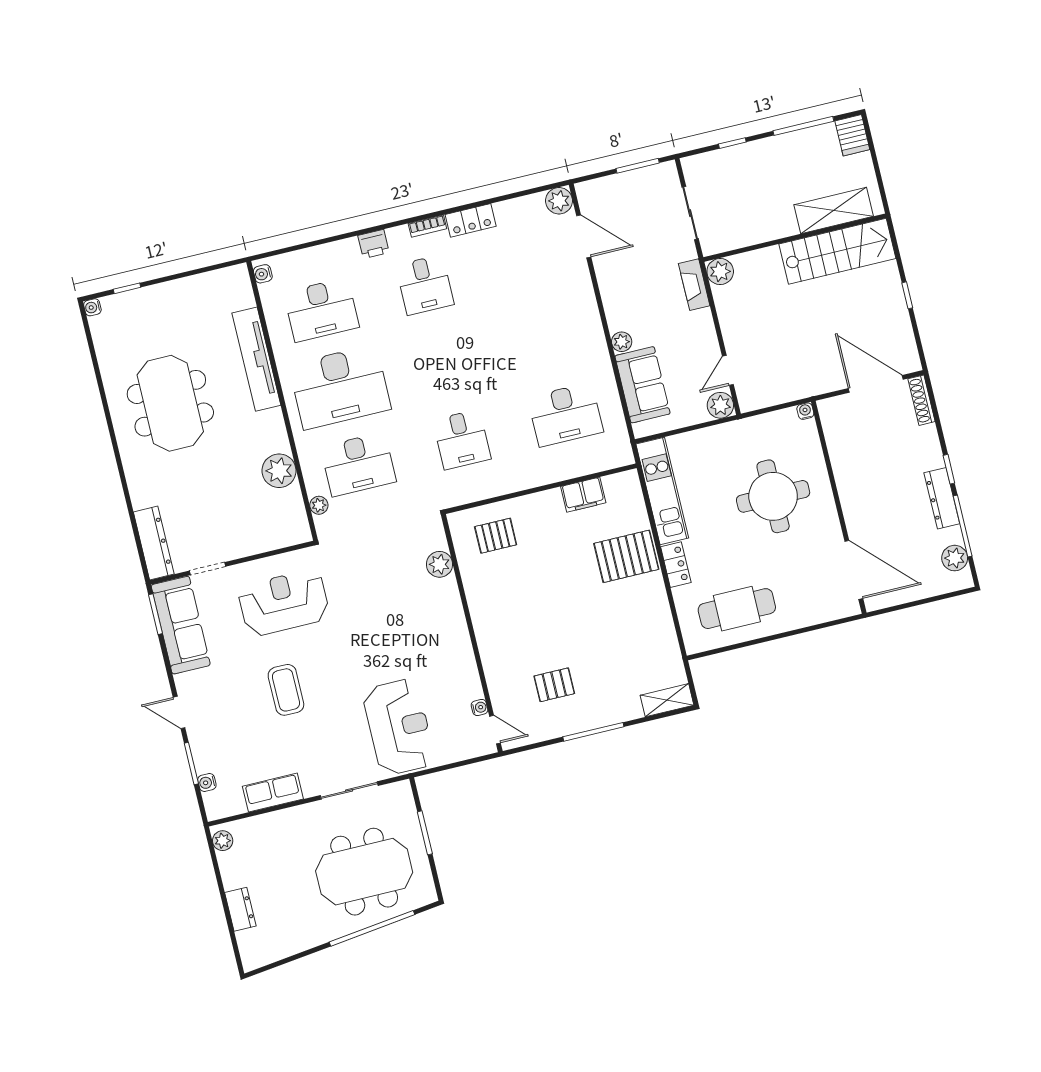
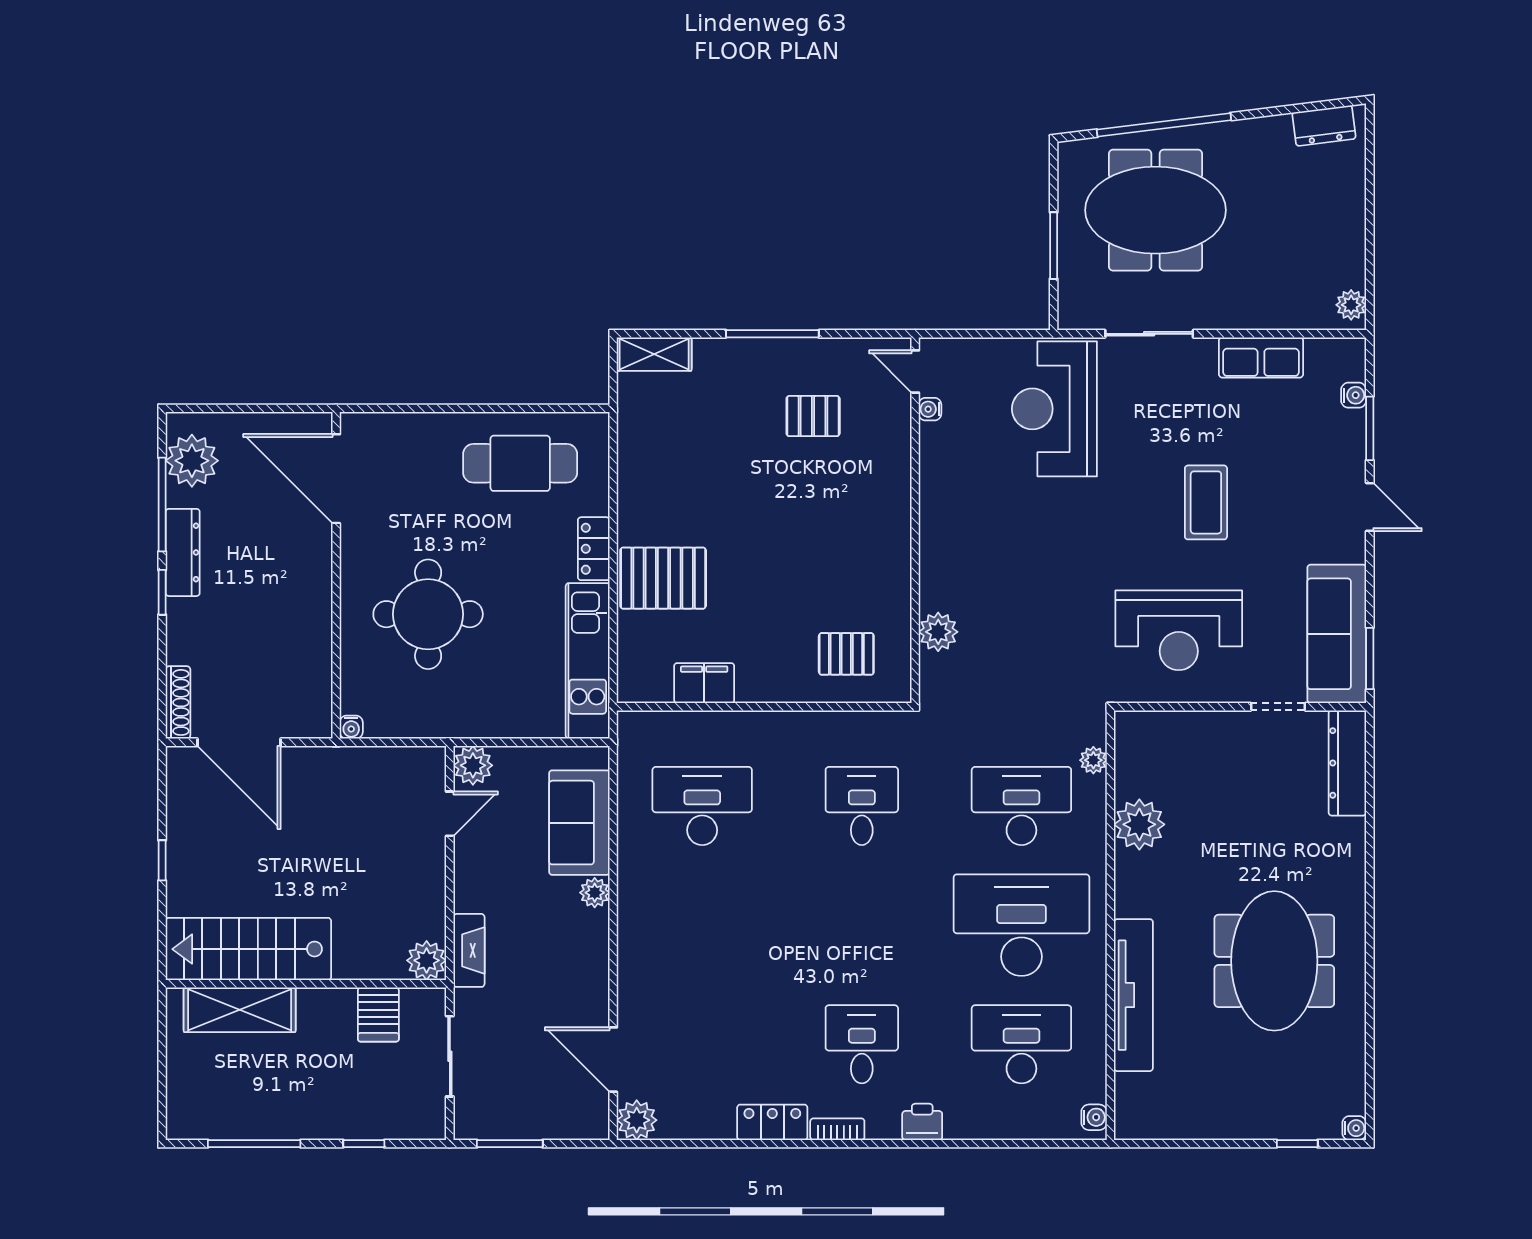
server rack: (852, 135) -> (378, 1014), moved, turned 180
plant: (955, 558) -> (192, 461), width x1.36, depth x1.36
dresser: (240, 909) -> (1324, 126), moved, turned -97

